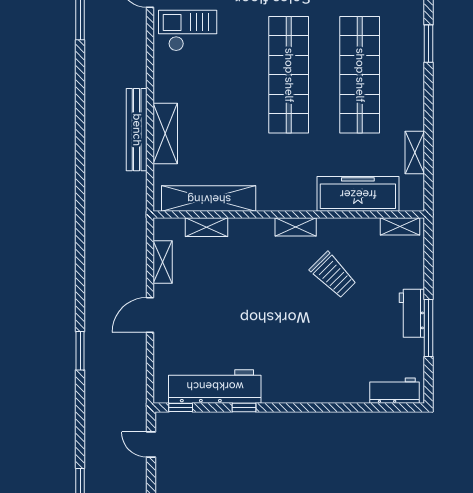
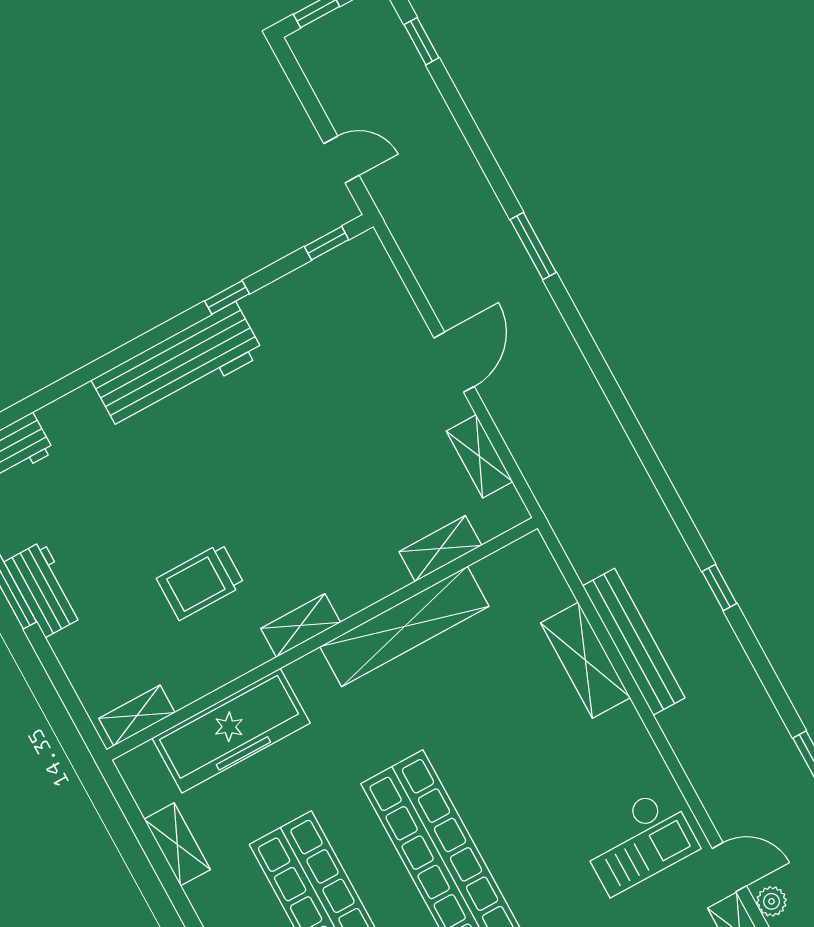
window: (80, 133) -> (719, 588), added
shelving: (209, 199) -> (404, 626), moved
trolley: (333, 275) -> (201, 582), turned -45
workbench: (215, 386) -> (178, 367), moved

